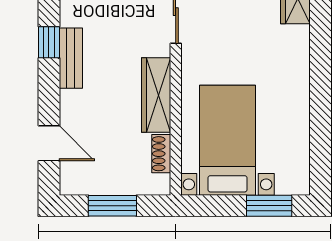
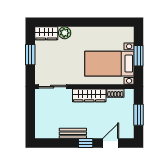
plant: (297, 40) -> (65, 33), added
window: (49, 42) -> (86, 143), moved
window: (269, 206) -> (139, 56), moved

